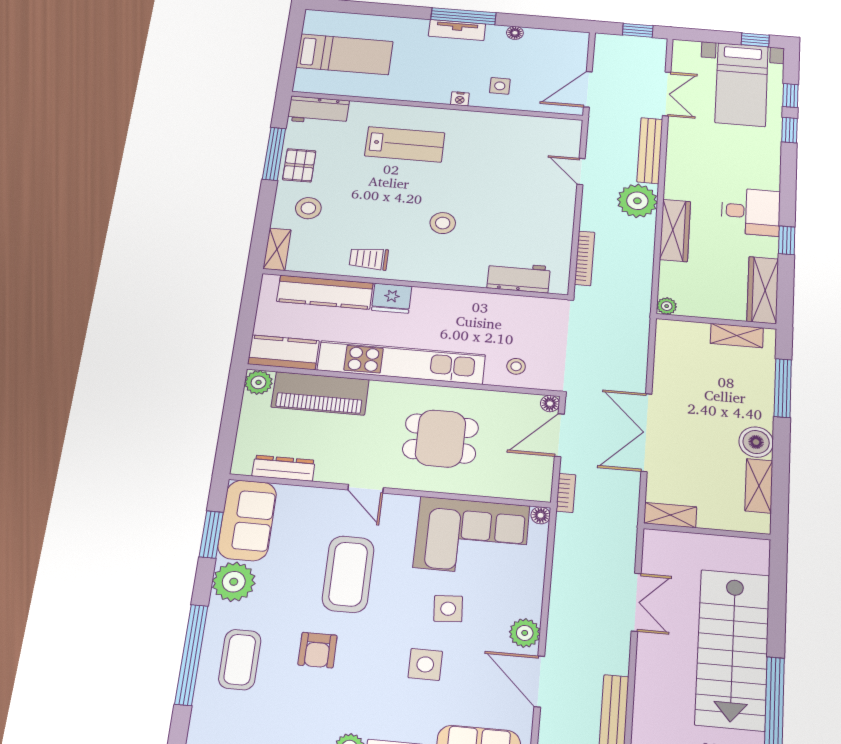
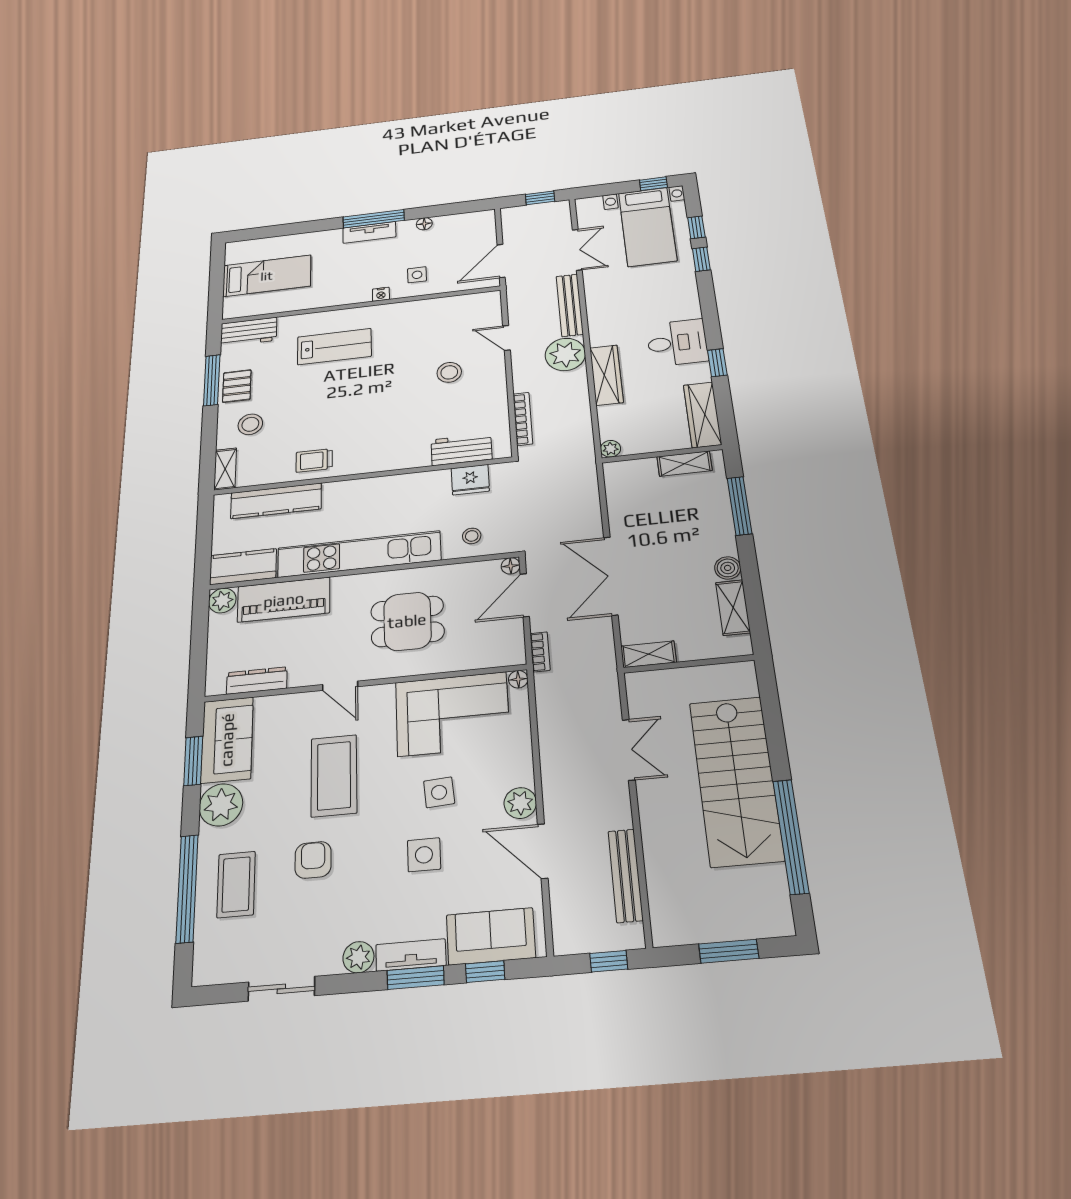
stool: (443, 223) -> (449, 372), moved
fridge: (392, 298) -> (470, 480), moved
boiler: (756, 442) -> (728, 568), width x0.73, depth x0.73
armchair: (318, 650) -> (313, 860), turned 180

